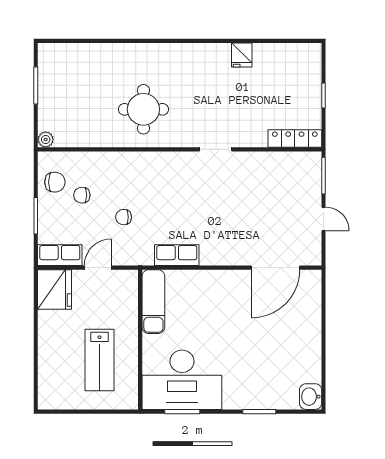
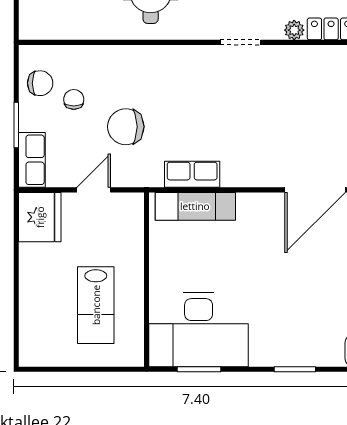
plant: (46, 139) -> (294, 30), moved
chair: (82, 195) -> (74, 99), turned 90
chair: (124, 217) -> (126, 127), width x1.87, depth x1.87
row of seats: (60, 255) -> (32, 160), moved, turned 90
exam couch: (153, 302) -> (195, 206), moved, turned 90

